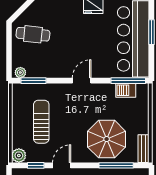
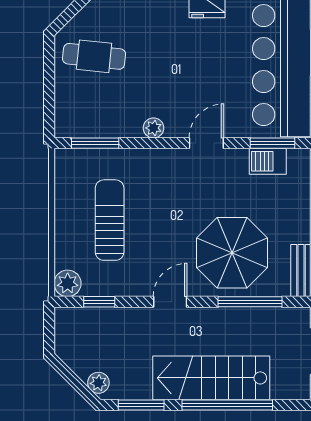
plant: (20, 73) -> (154, 128), moved
door: (82, 81) -> (206, 143), moved
window: (128, 81) -> (272, 143), width x0.69
door: (62, 165) -> (170, 302), moved

